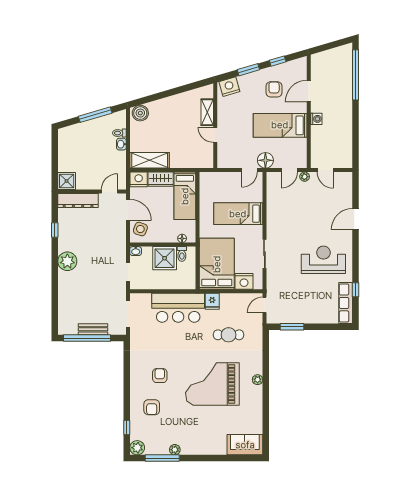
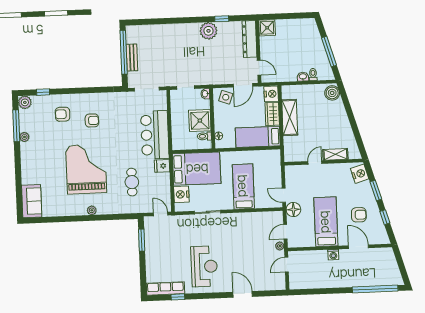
shelving: (150, 160) -> (290, 117), moved
door: (289, 170) -> (285, 232), hinge flipped
plant: (67, 261) -> (208, 31), moved

